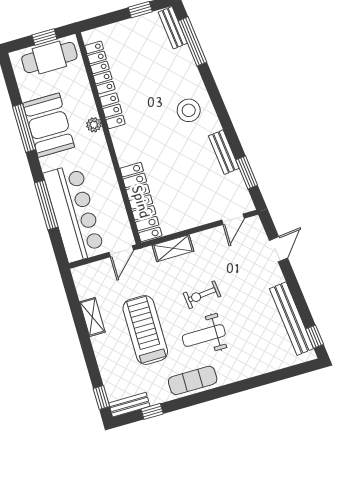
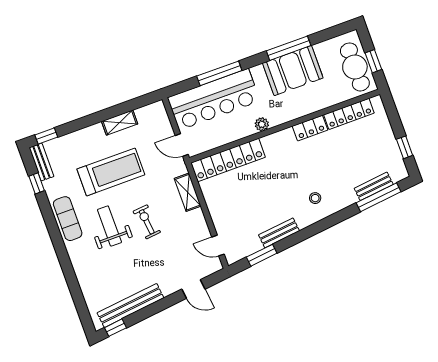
bench: (173, 28) -> (374, 186), moved
stool: (189, 110) -> (315, 198), width x0.53, depth x0.53
plant: (94, 125) -> (262, 124), moved

